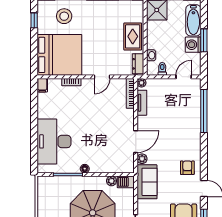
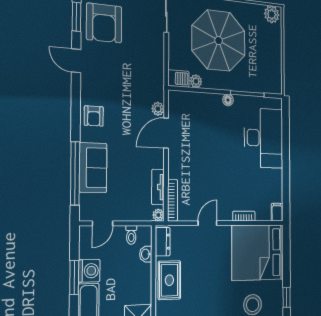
armchair: (187, 168) -> (94, 116), moved
sofa: (147, 182) -> (93, 168), moved, turned 180

